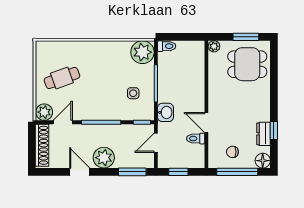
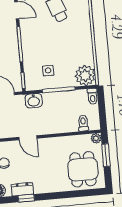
window: (246, 37) -> (106, 155), moved
door: (206, 123) -> (28, 138), swing flipped
toilet: (196, 139) -> (83, 123), moved

